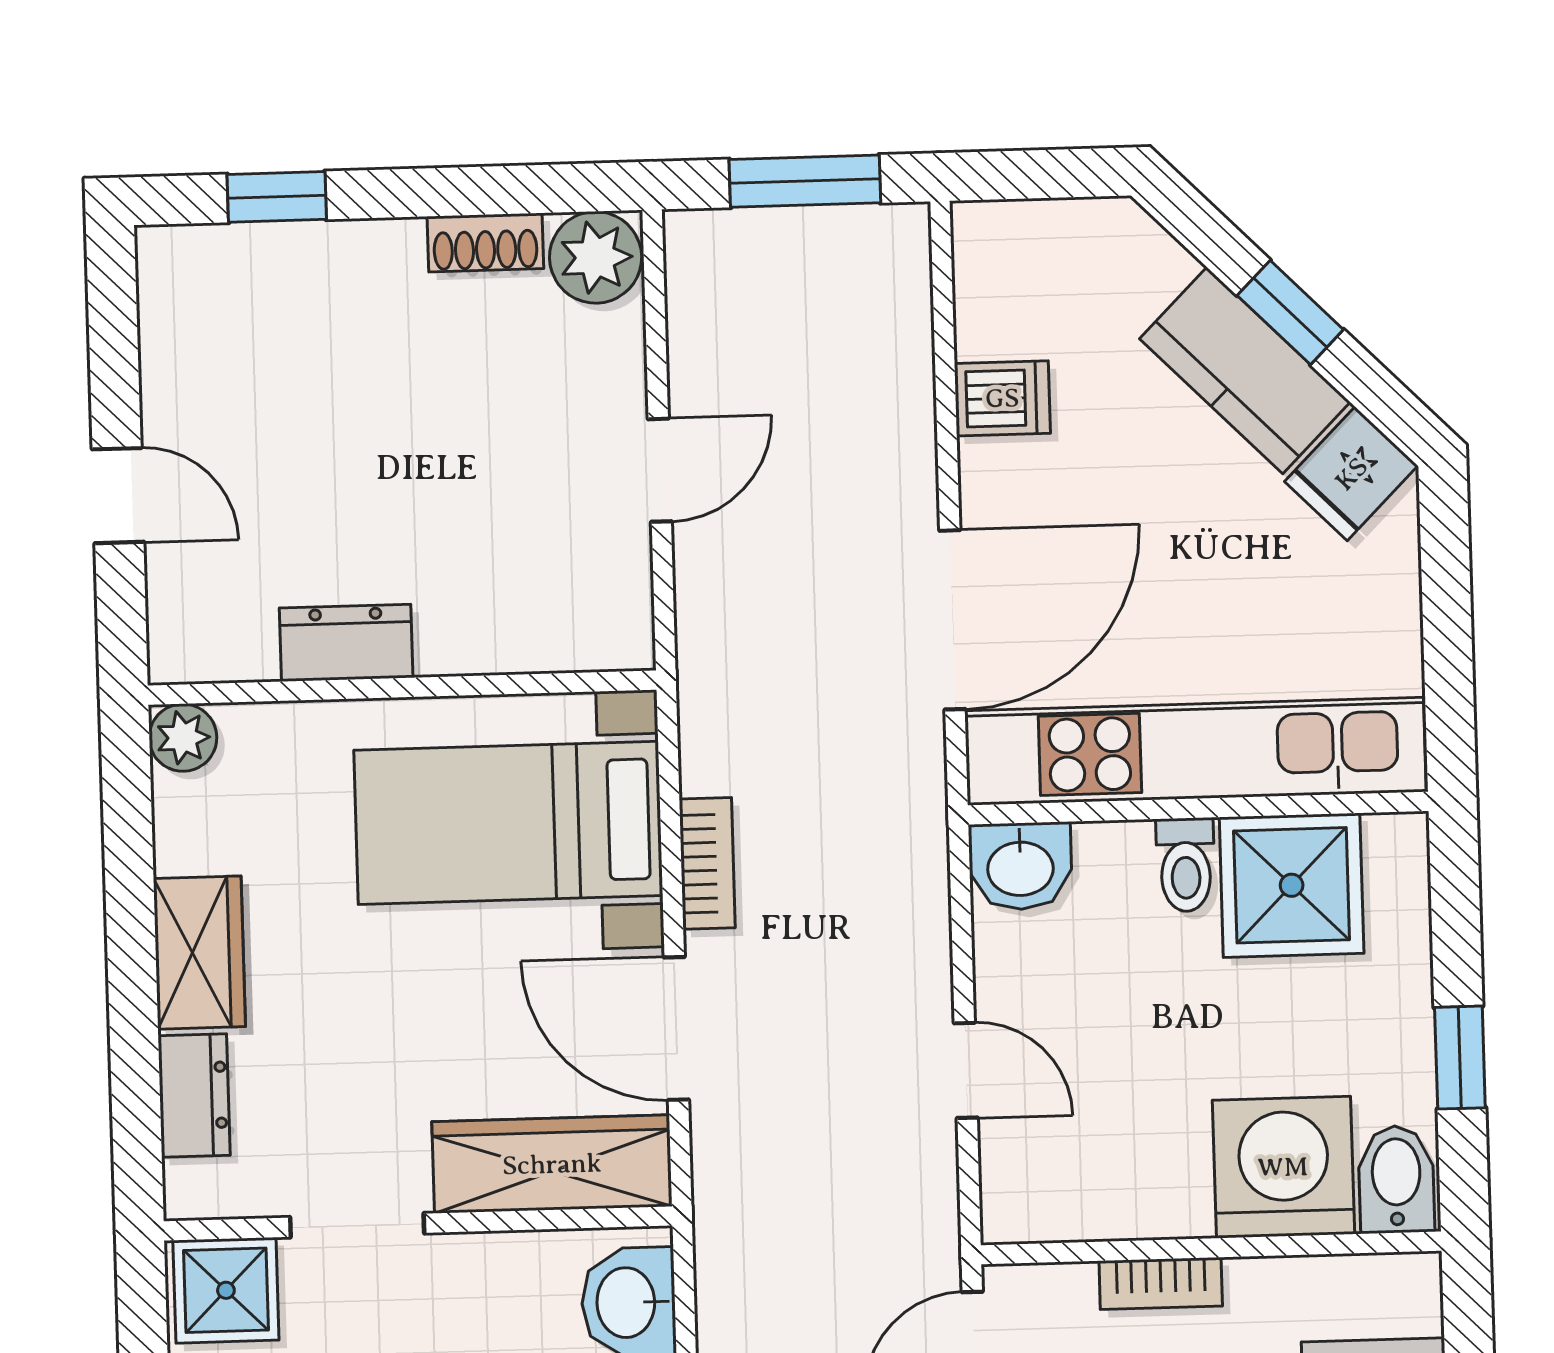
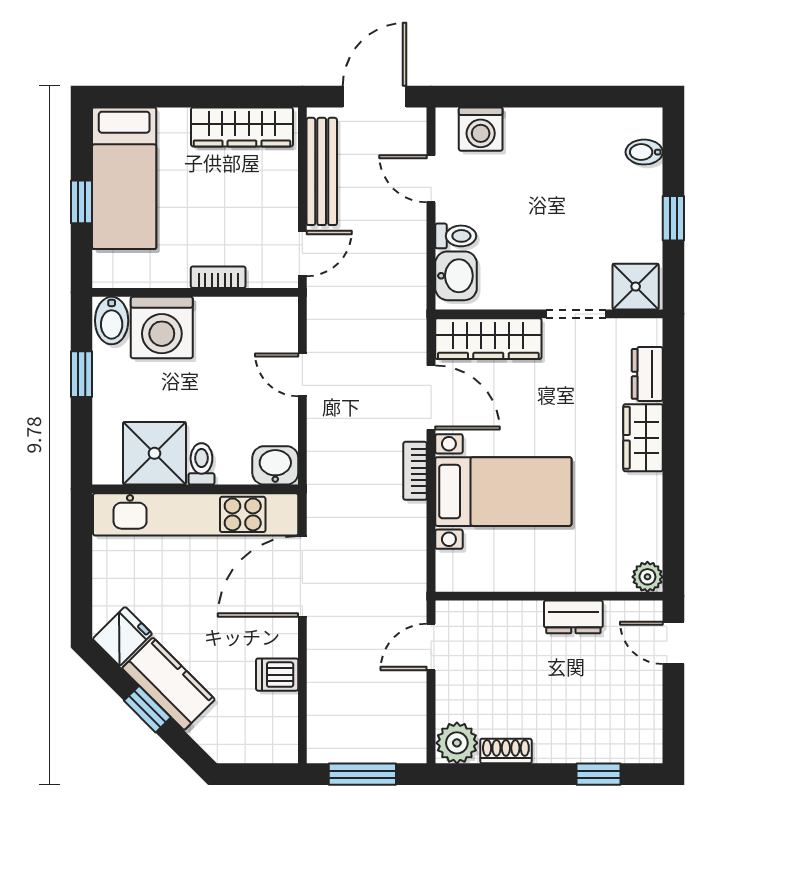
dresser: (346, 643) -> (573, 617), moved
wall: (402, 688) -> (549, 596), moved
plant: (183, 738) -> (647, 577), moved

